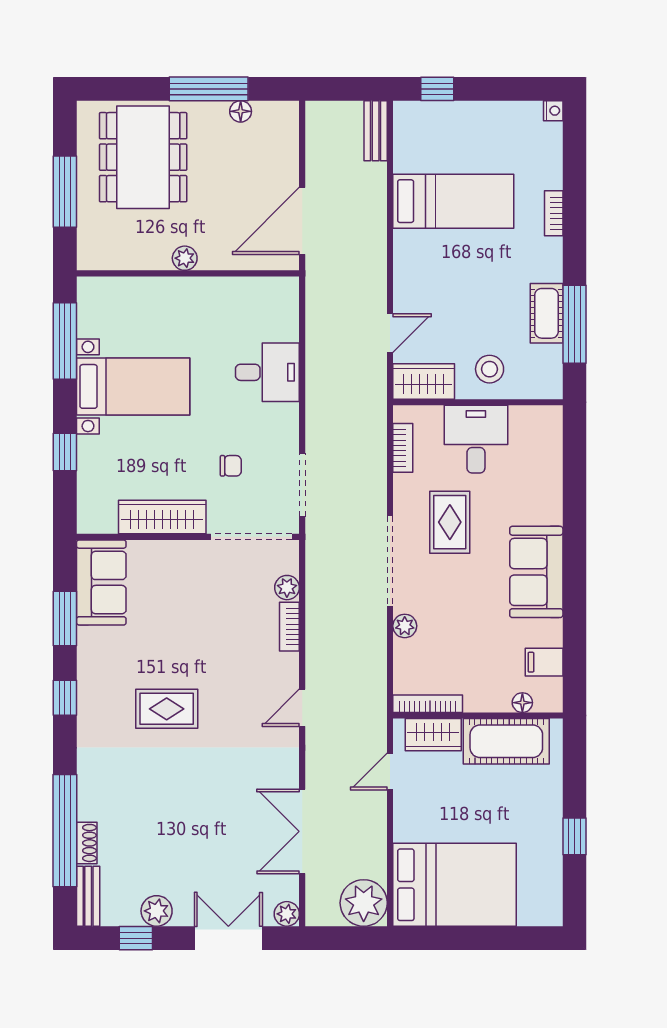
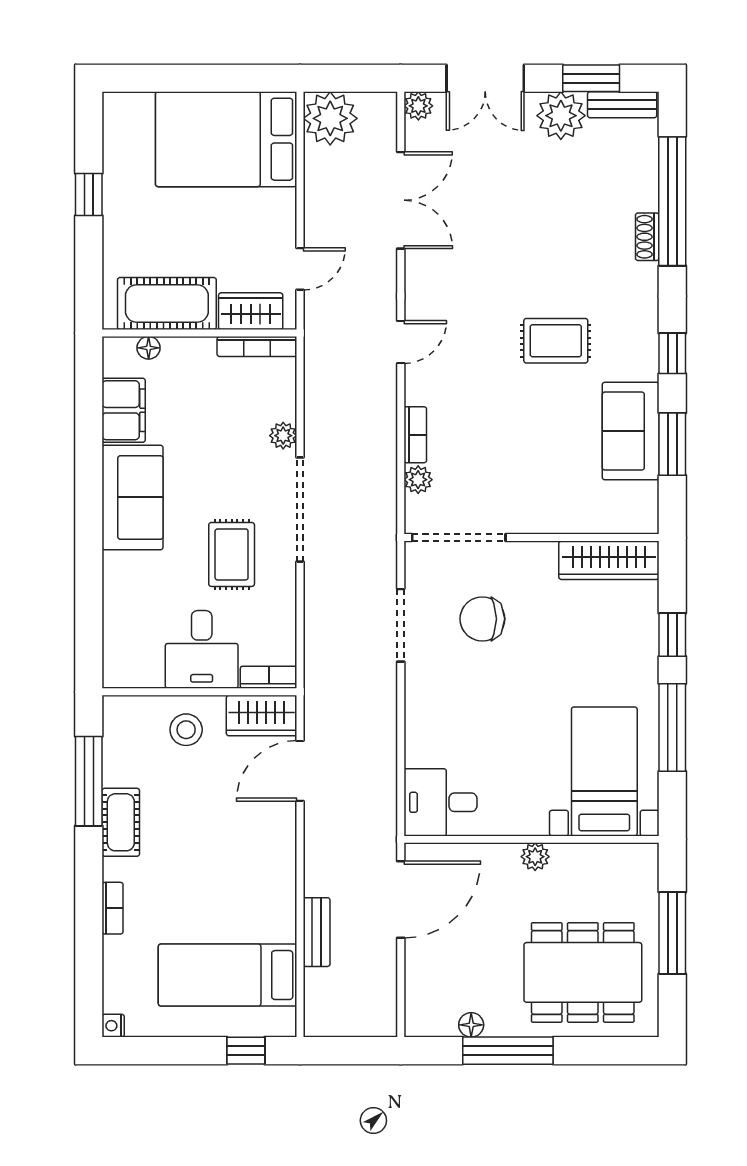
bench: (376, 131) -> (317, 932), moved
dining table: (143, 157) -> (583, 972), turned 90
bed: (453, 201) -> (228, 975), moved
cot: (547, 313) -> (121, 822), moved
door: (390, 333) -> (300, 771), width x1.38
window: (65, 341) -> (672, 728), moved
desk: (267, 372) -> (440, 802), moved
bed with nightstands: (133, 386) -> (604, 771), moved, turned 90
bookcase: (403, 448) -> (269, 677), moved, turned 90
chair: (231, 466) -> (482, 619), width x1.87, depth x1.87
doorway: (302, 485) -> (401, 625), moved
wardrobe: (162, 517) -> (609, 560), moved
sofa: (101, 582) -> (631, 431), moved
filing cabinet: (544, 662) -> (124, 410), width x2.00
shoe rack: (87, 843) -> (647, 237), moved
bench: (88, 896) -> (622, 105), moved, turned 90
plant: (157, 911) -> (561, 116), width x1.36, depth x1.36
window: (136, 938) -> (591, 78), width x1.50

